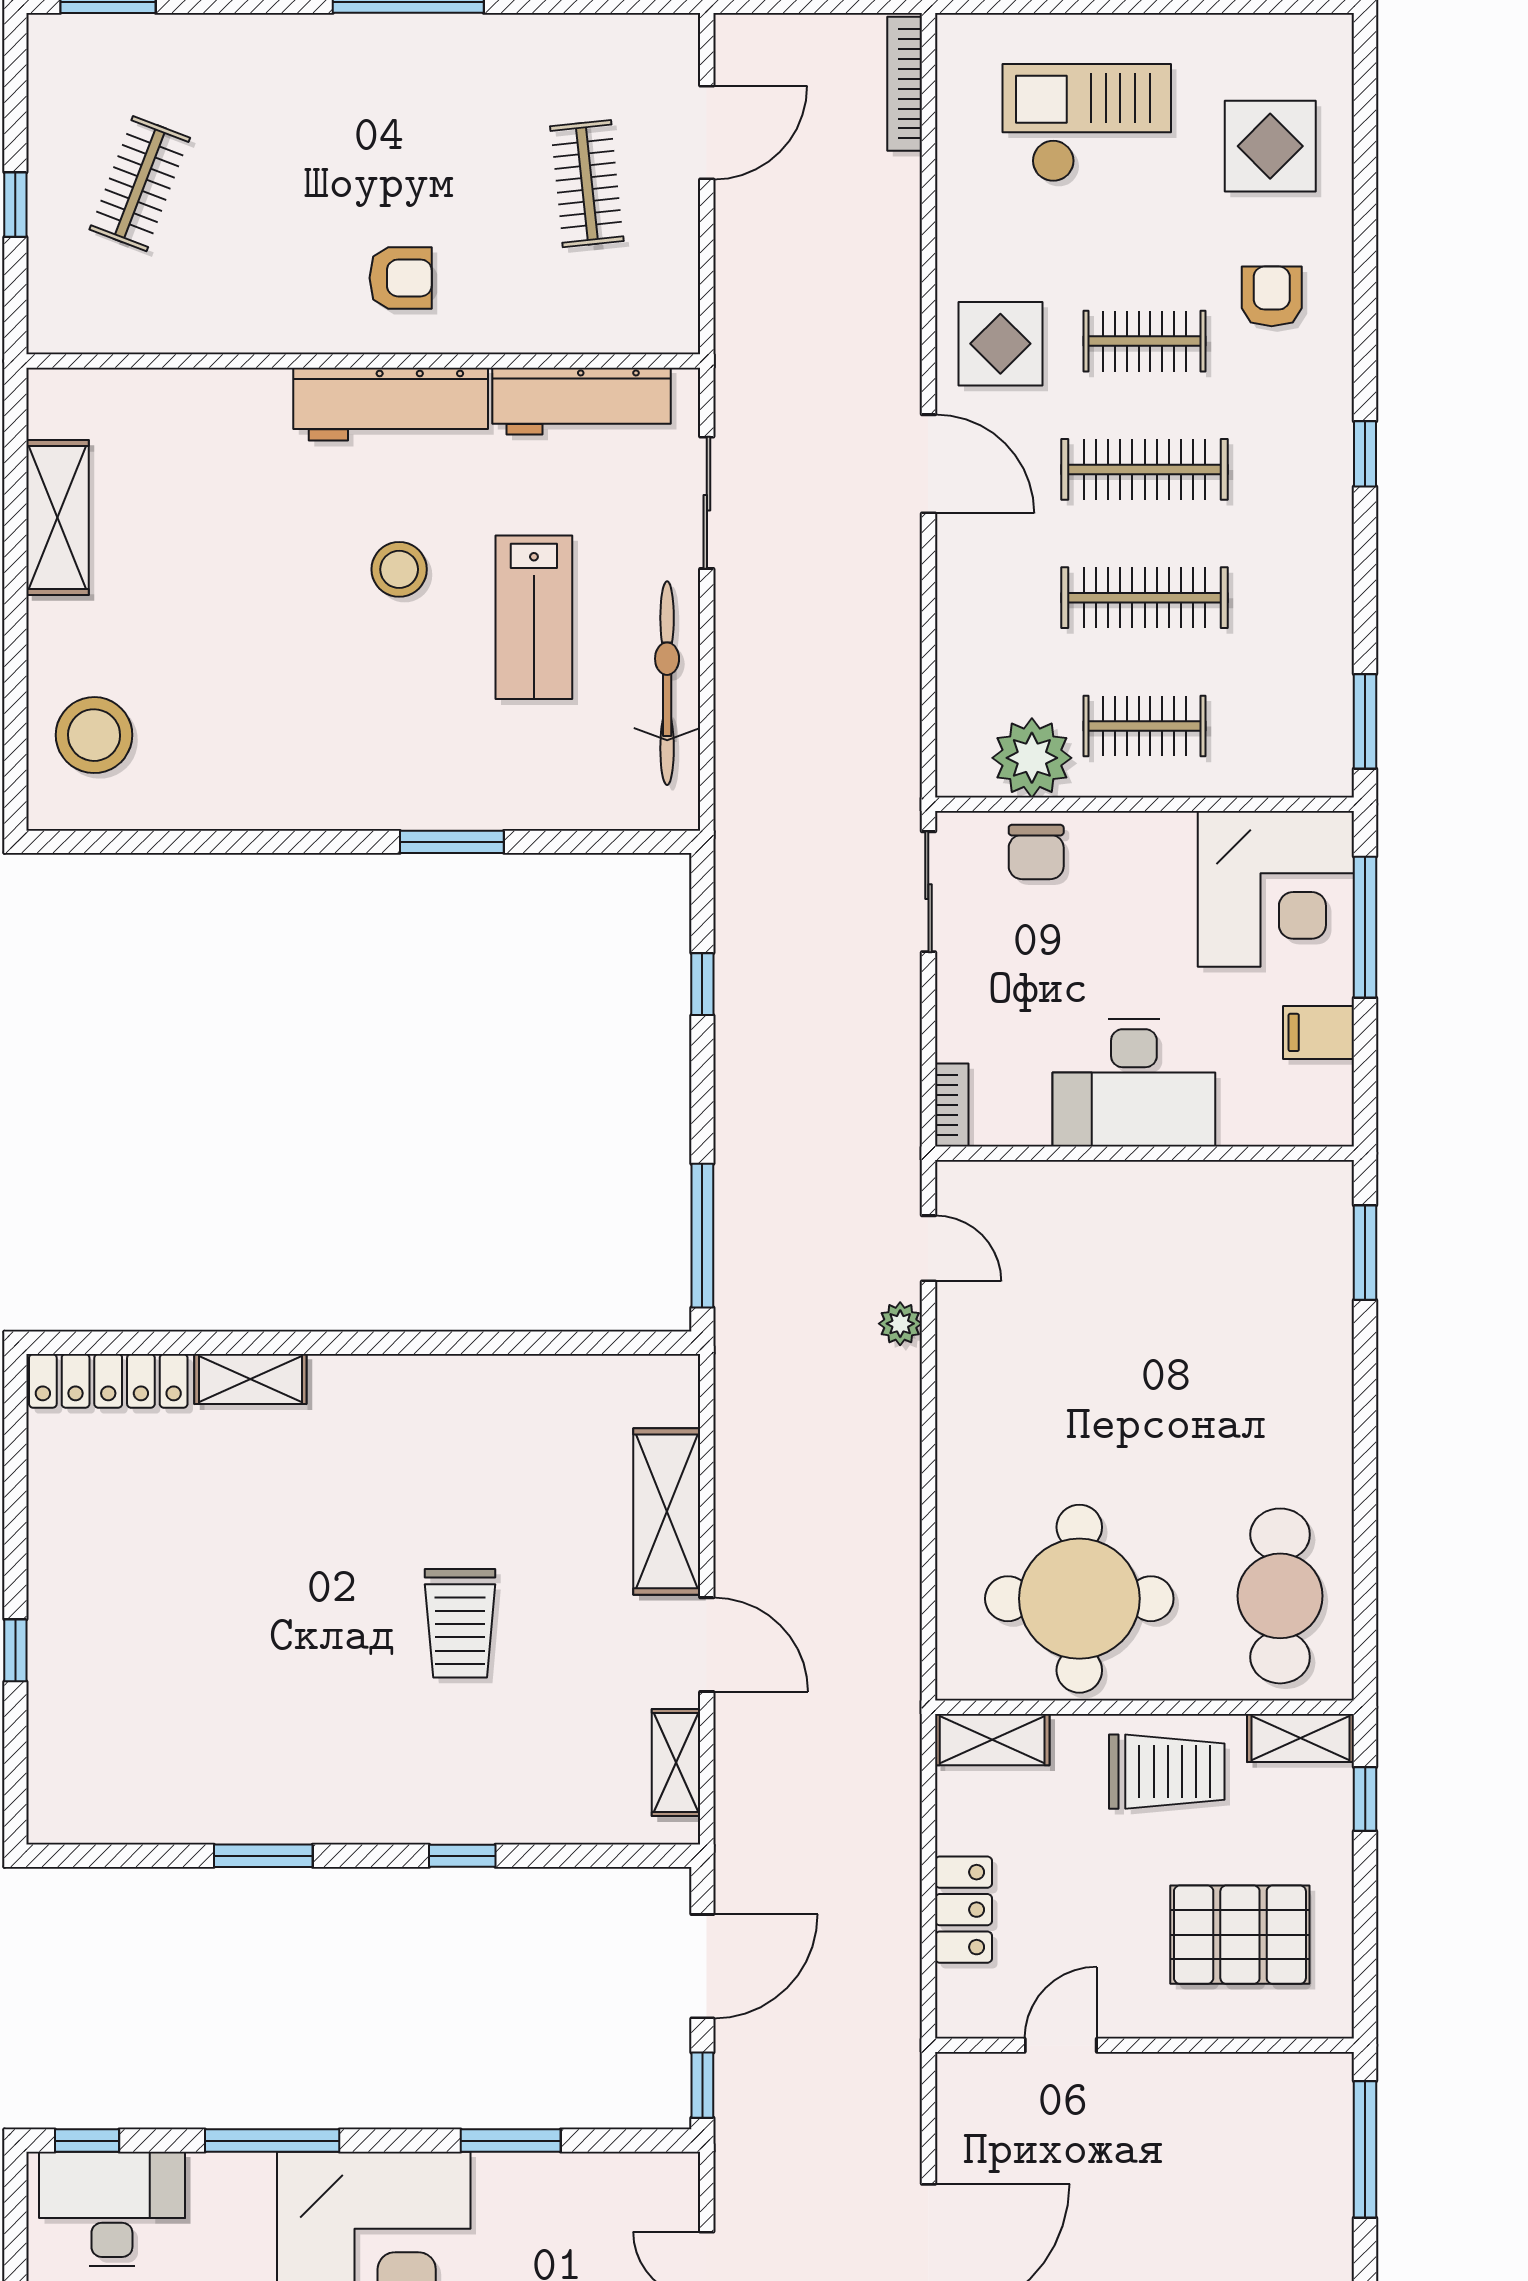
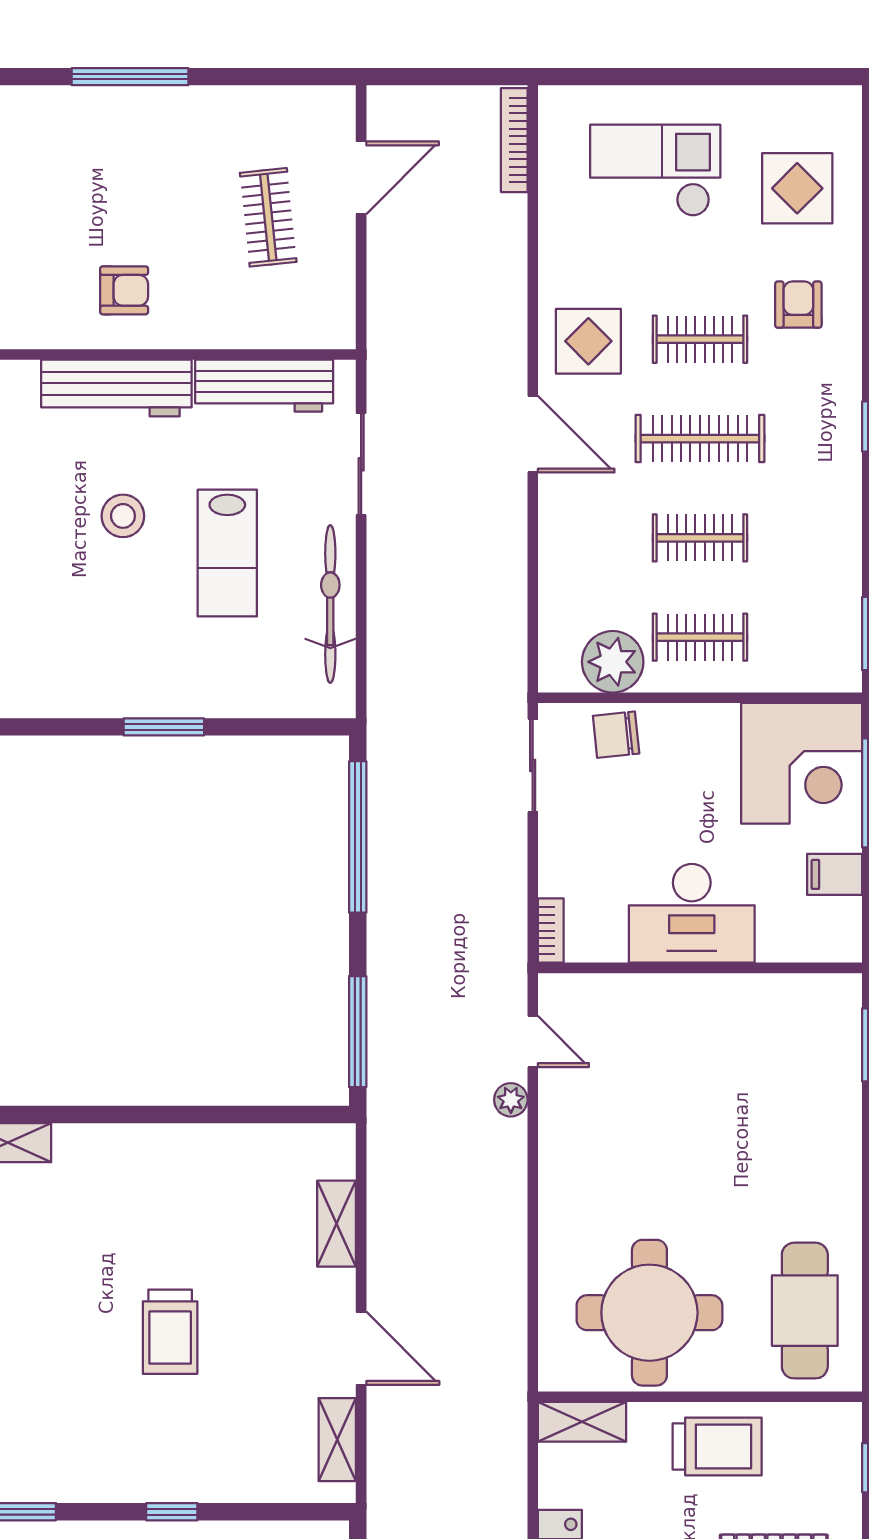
clothes rail: (1145, 598) -> (700, 538), width x0.73
chair: (1036, 852) -> (616, 735), turned 84
window: (702, 984) -> (358, 837), width x3.17
shelving: (667, 1511) -> (337, 1224), width x0.67, depth x0.75
shelving: (1301, 1738) -> (821, 1421), removed

